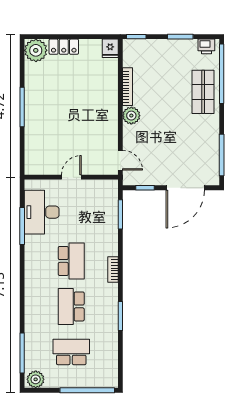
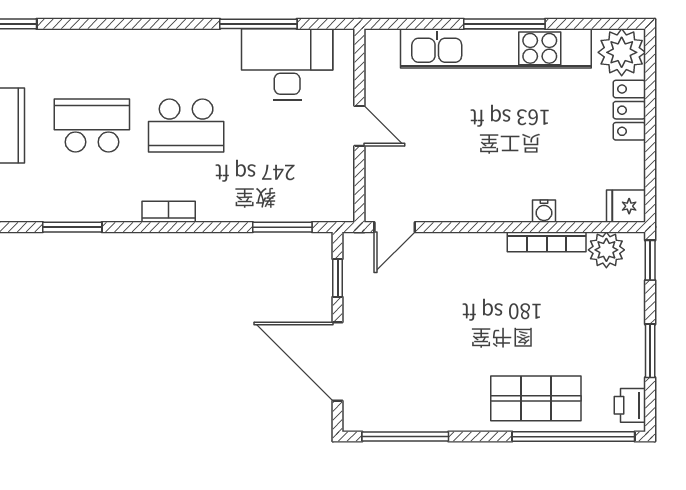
water cooler: (113, 88) -> (544, 211), added
kitchen unit: (34, 111) -> (496, 48), added
plant: (131, 116) -> (606, 250), moved

